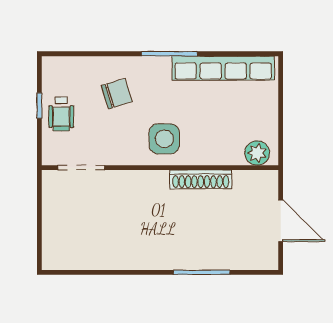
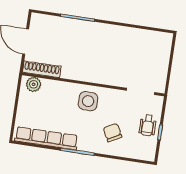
chair: (117, 94) -> (113, 133), turned 79
wheelchair: (61, 114) -> (148, 125), turned 180
shoe rack: (201, 179) -> (42, 69), moved

